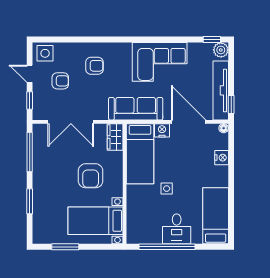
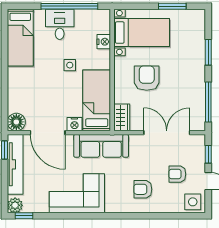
floor lamp: (224, 128) -> (16, 122), width x1.89, depth x1.89
nightstand: (222, 158) -> (104, 42), moved, turned 180

